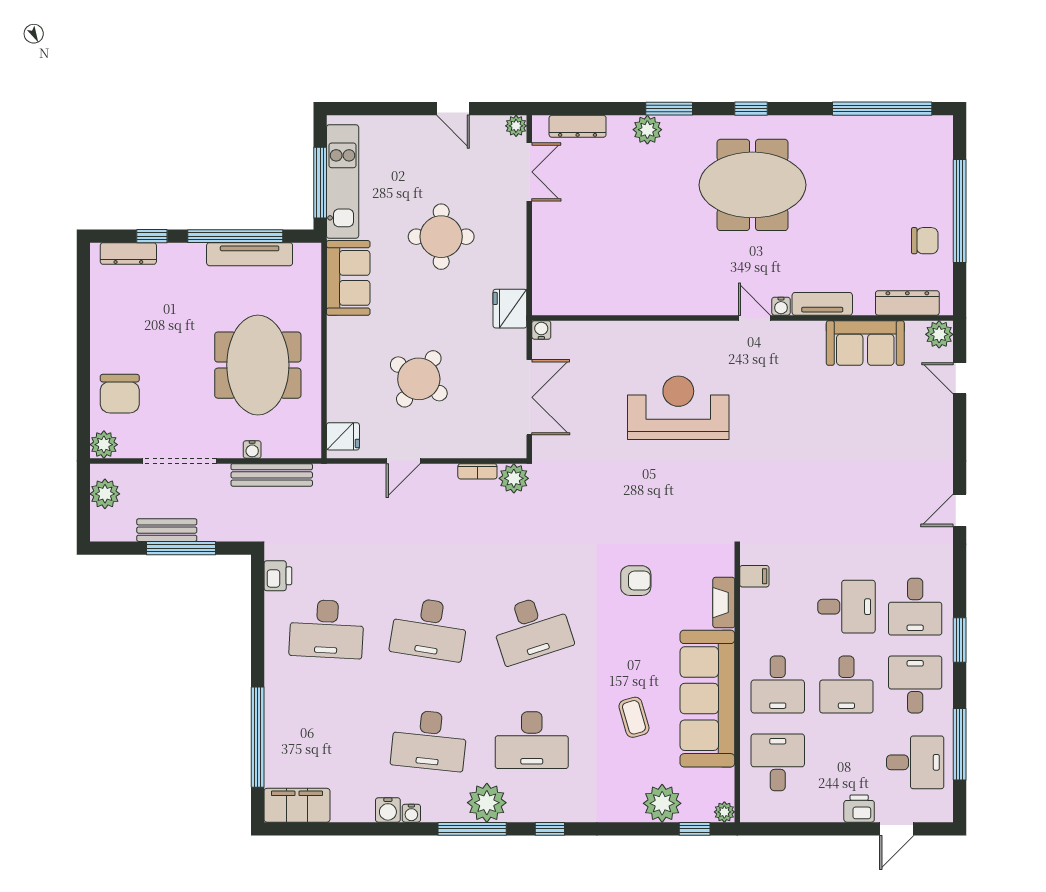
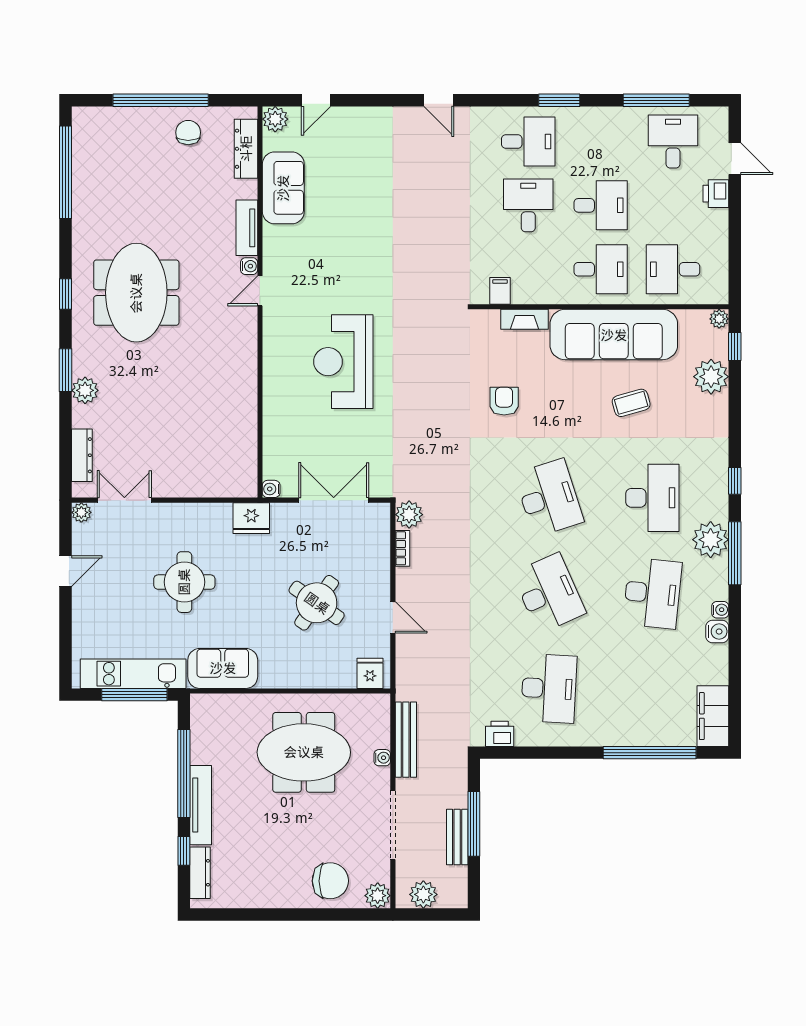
tv unit: (250, 254) -> (201, 805), moved
desk: (429, 629) -> (549, 593), turned -33
desk: (915, 684) -> (601, 142), removed

